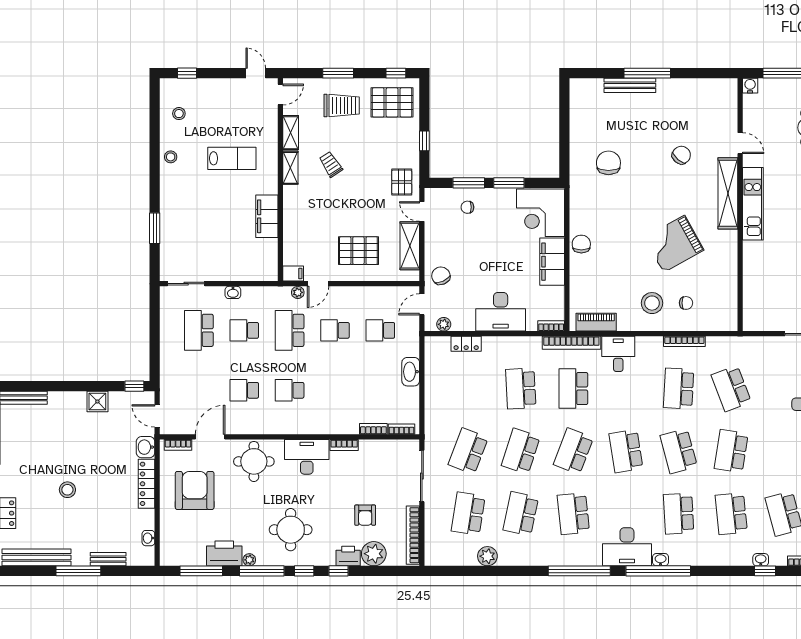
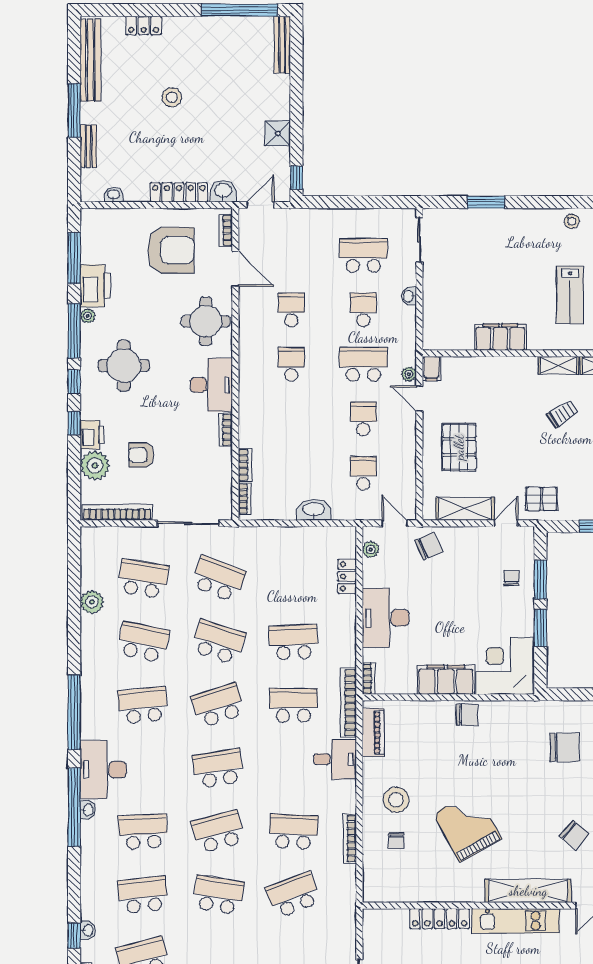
locker: (751, 267) -> (440, 919), added
school desk: (573, 451) -> (218, 705), turned -39

